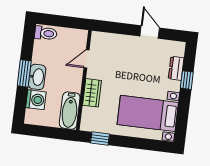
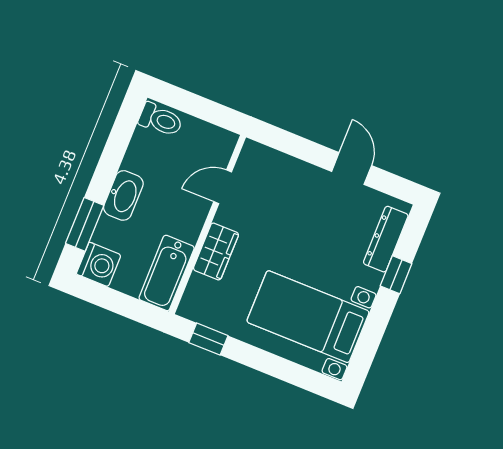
dresser: (176, 68) -> (386, 239), width x1.44
window: (24, 73) -> (85, 224), moved
washing machine: (36, 100) -> (99, 264), moved

